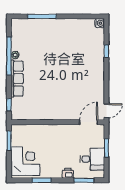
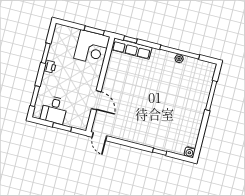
row of seats: (17, 79) -> (132, 49), moved
door: (89, 122) -> (96, 100), moved
corner desk: (25, 161) -> (92, 48), moved
printer: (68, 173) -> (50, 67), moved

